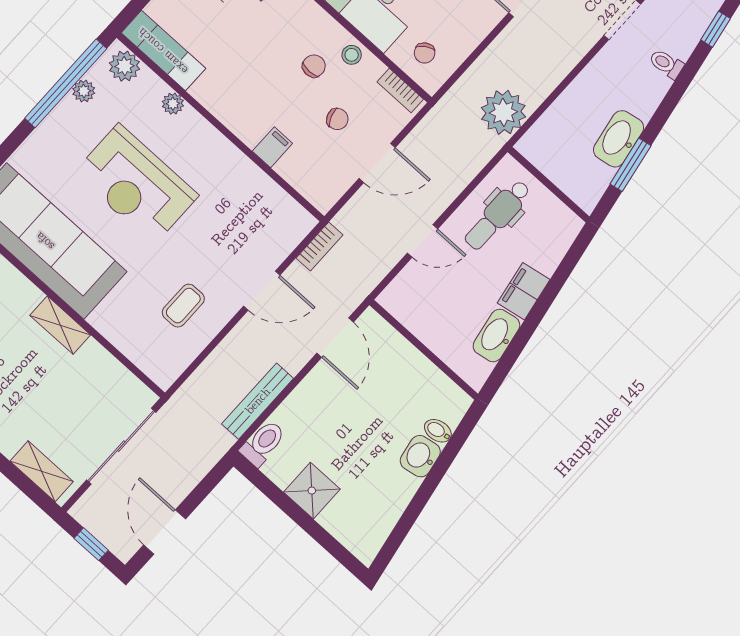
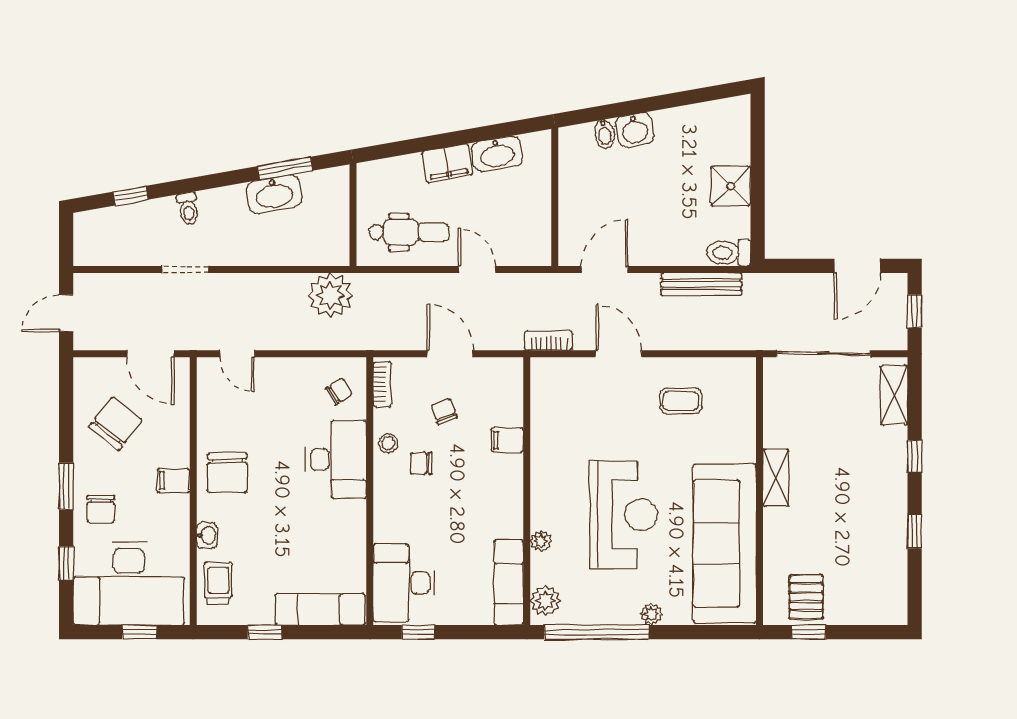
plant: (84, 91) -> (651, 614), moved

